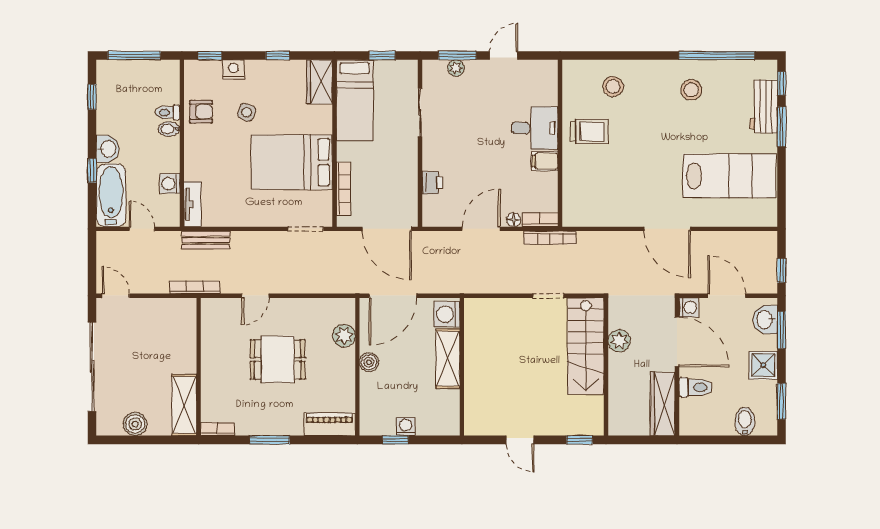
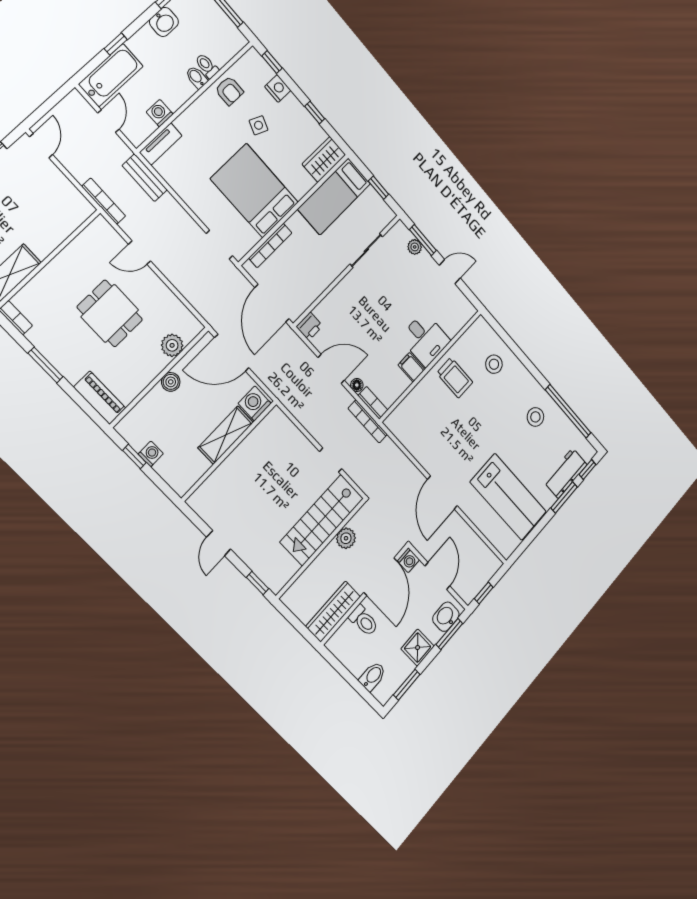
washbasin: (108, 149) -> (164, 22), moved
printer: (432, 183) -> (309, 326), moved

